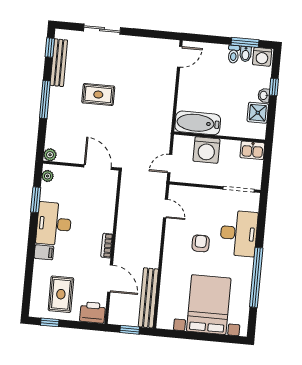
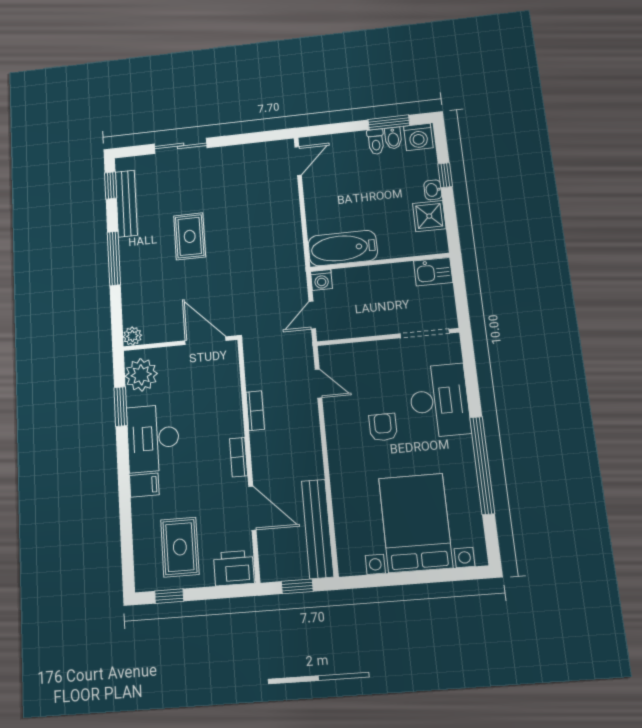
rug: (98, 95) -> (190, 236), turned 90
washing machine: (206, 150) -> (321, 280), moved, width x0.53, depth x0.53
plant: (48, 176) -> (141, 375), width x1.88, depth x1.88
bookcase: (122, 218) -> (255, 411), added

